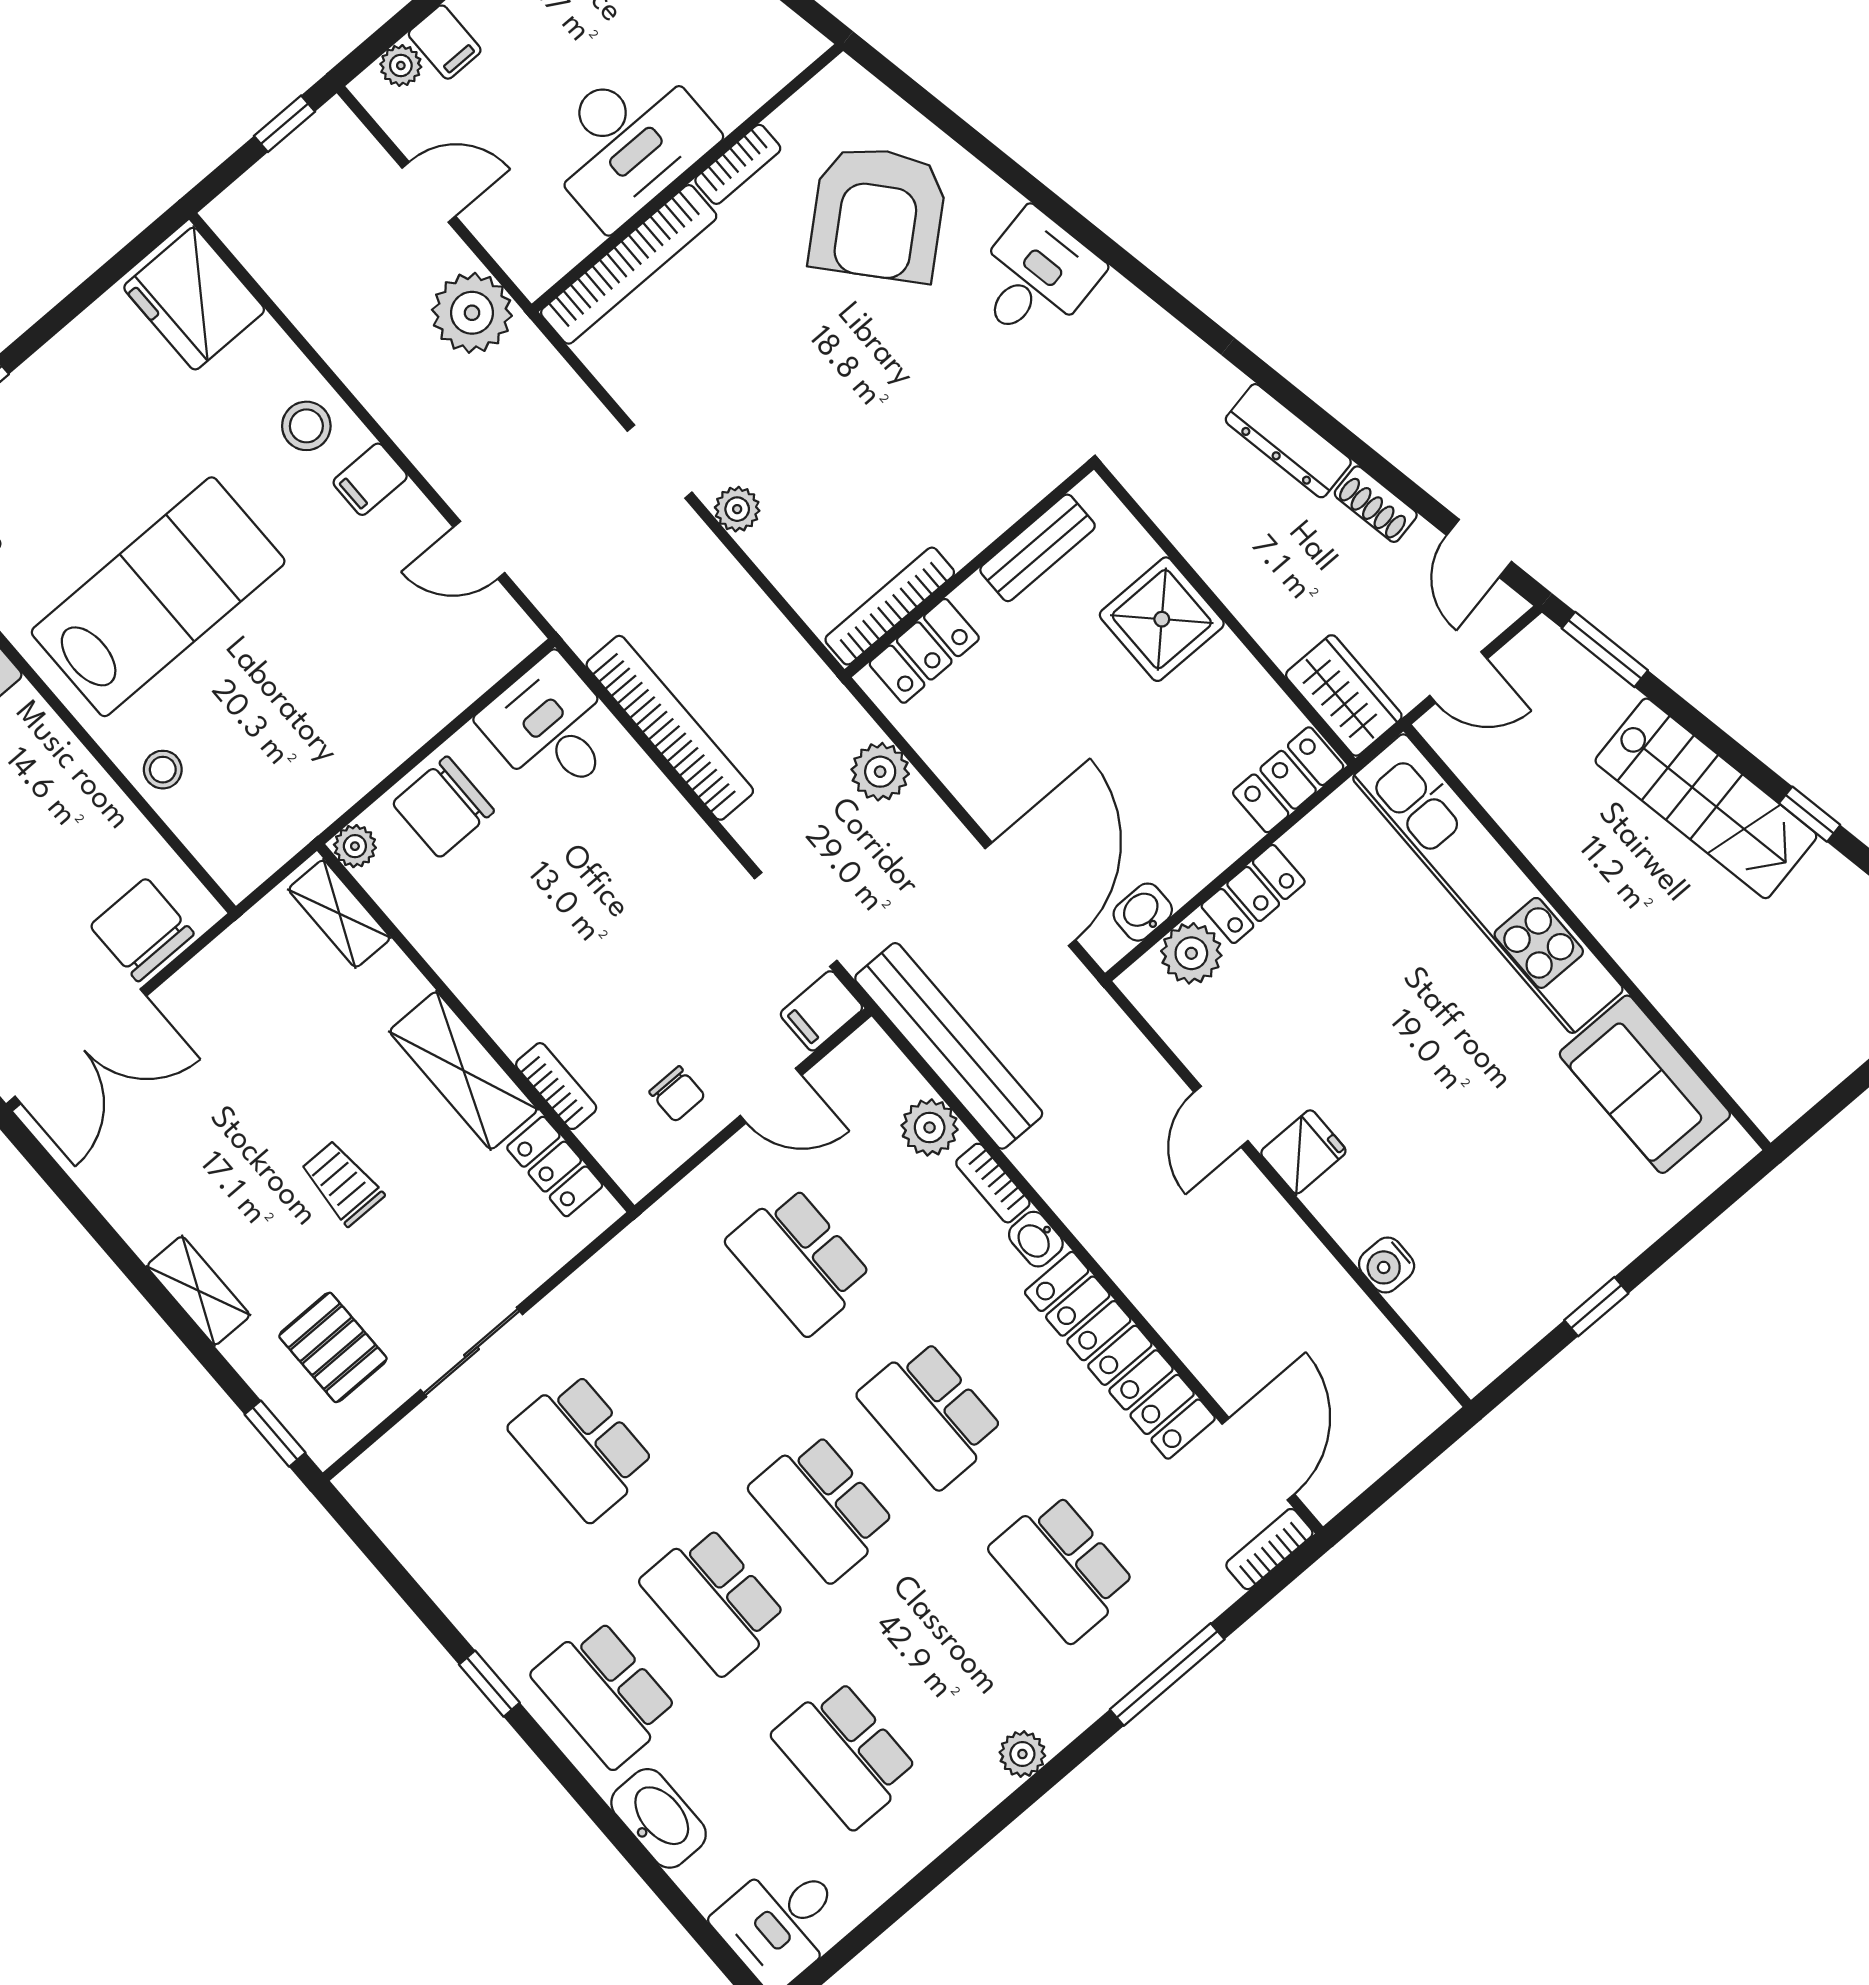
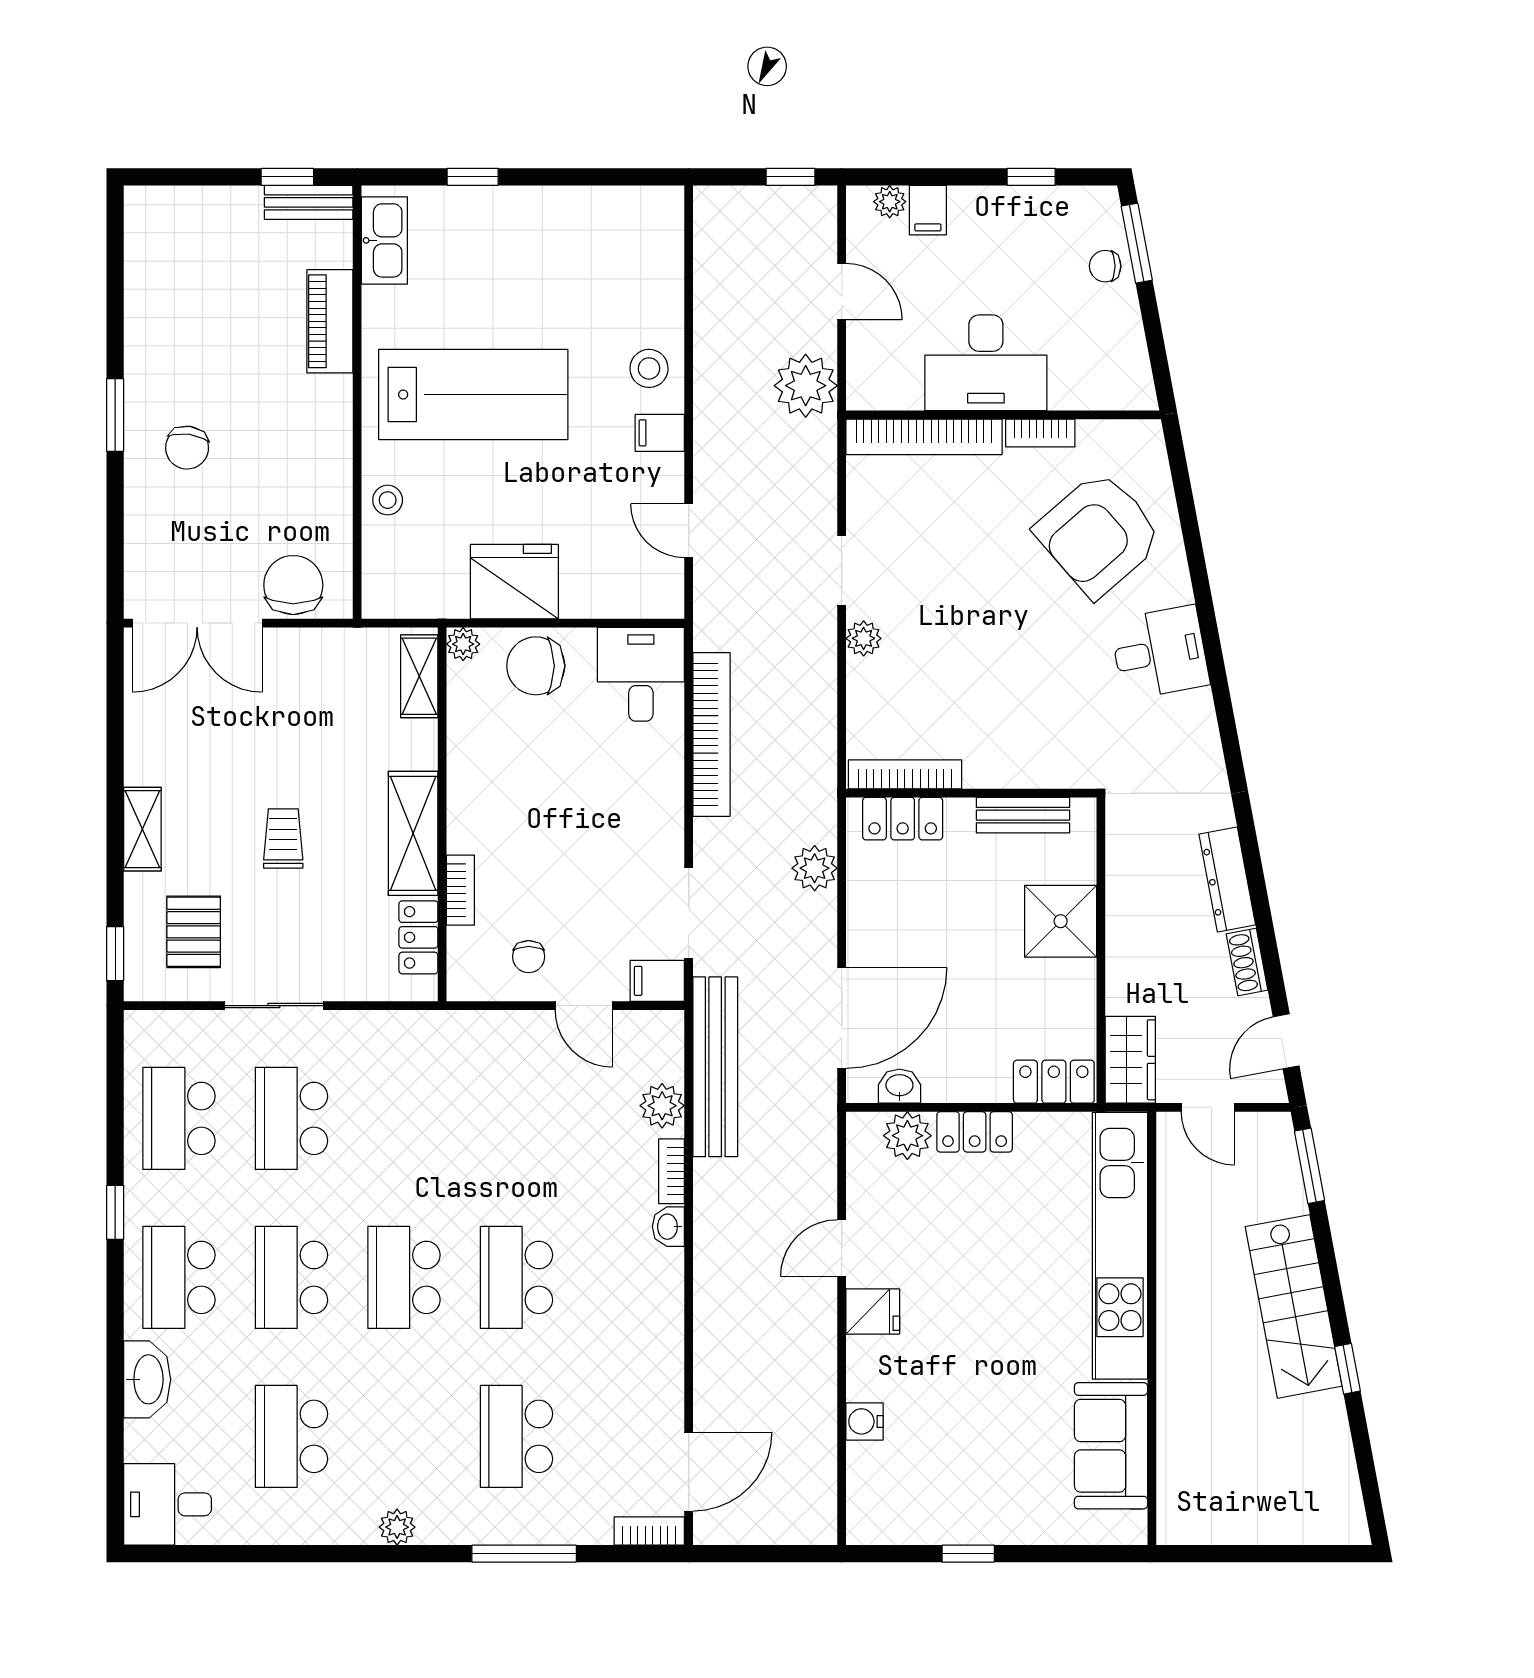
fridge: (194, 299) -> (514, 582), moved, turned 90
school desk: (799, 1260) -> (179, 1118), moved
locker: (1120, 1355) -> (659, 1339), removed

